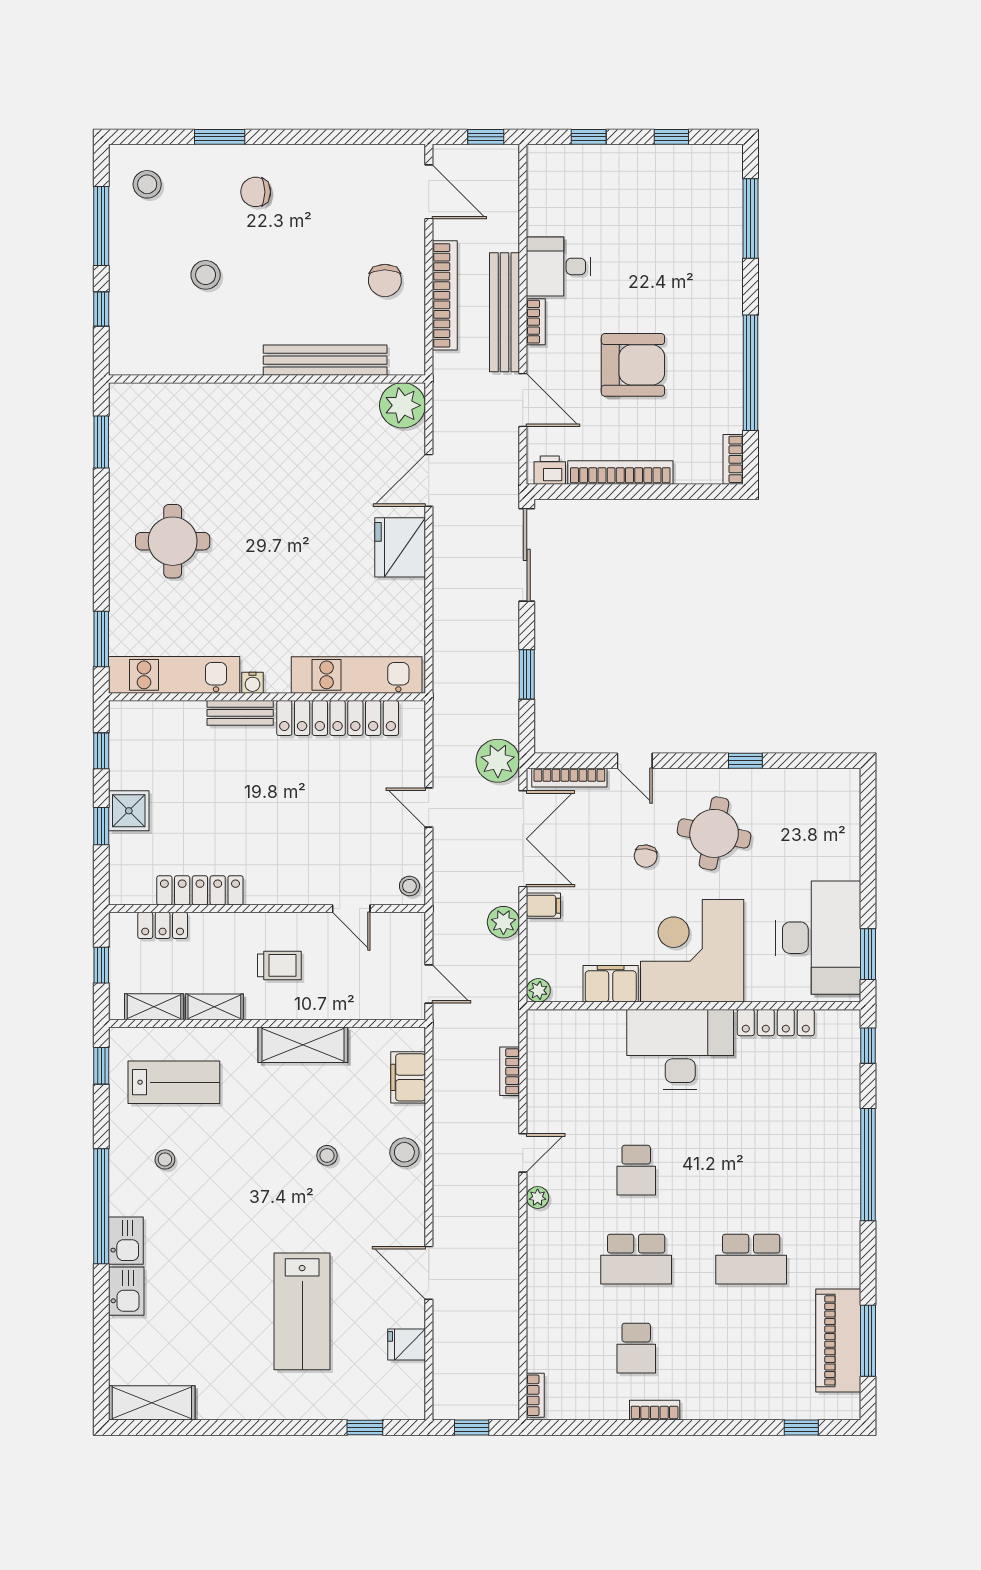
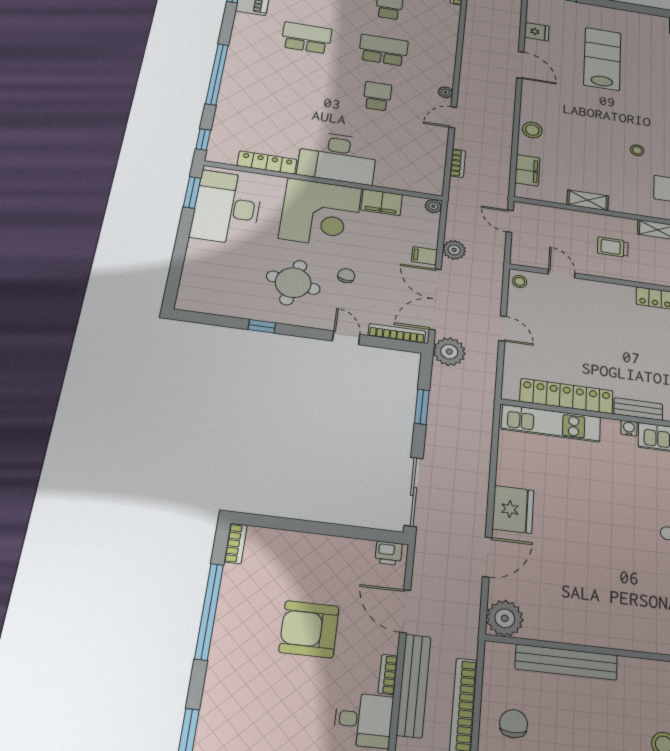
bookcase: (620, 472) -> (331, 544), removed
shelving: (303, 1045) -> (588, 200), width x0.67, depth x0.75
stool: (327, 1155) -> (637, 150), moved

